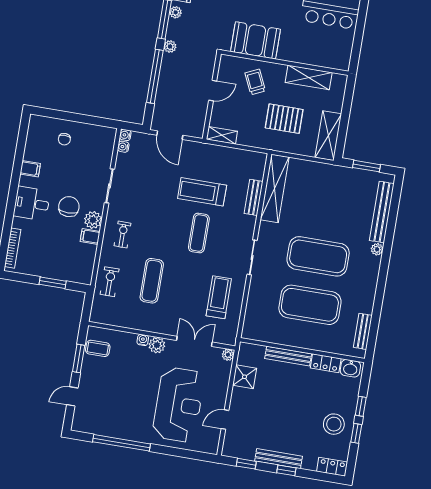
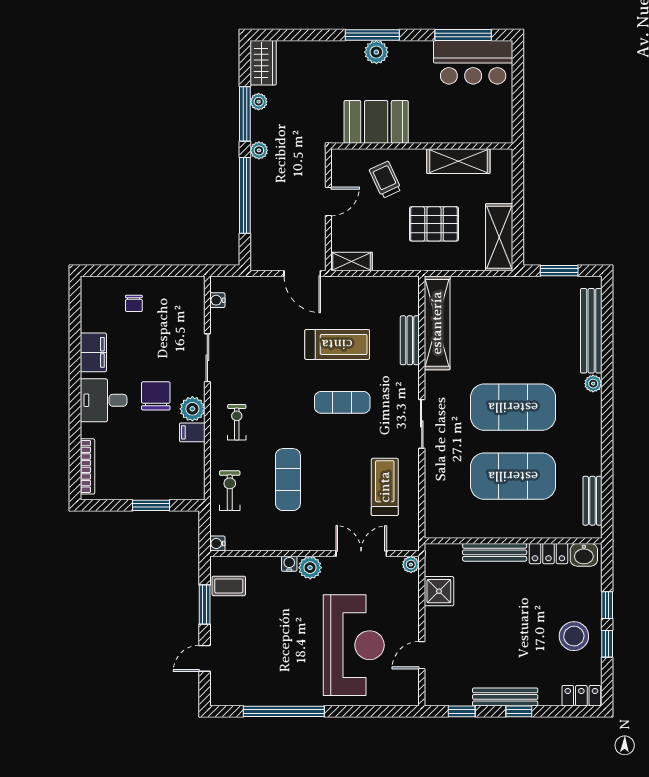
water cooler: (125, 135) -> (217, 544), moved
door: (170, 135) -> (302, 273), moved
filing cabinet: (30, 169) -> (93, 352), width x2.00
treadmill: (202, 192) -> (337, 344), turned 180
exercise mat: (199, 233) -> (342, 402), turned 90

